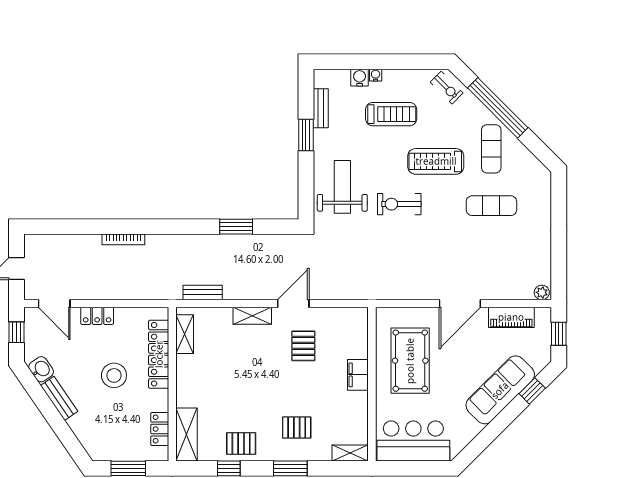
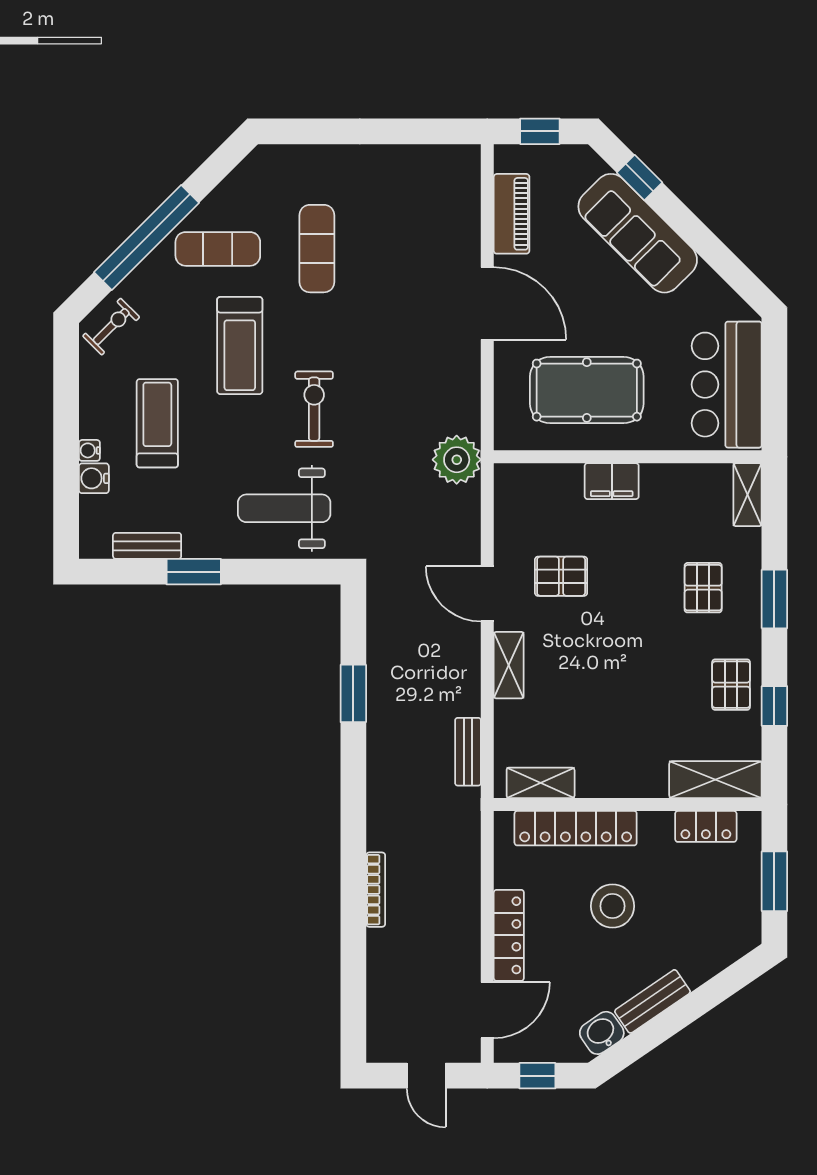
exercise bike: (399, 204) -> (314, 409), turned 180
plant: (542, 292) -> (457, 460), moved, width x1.88, depth x1.88
locker: (97, 316) -> (509, 935), width x1.53

